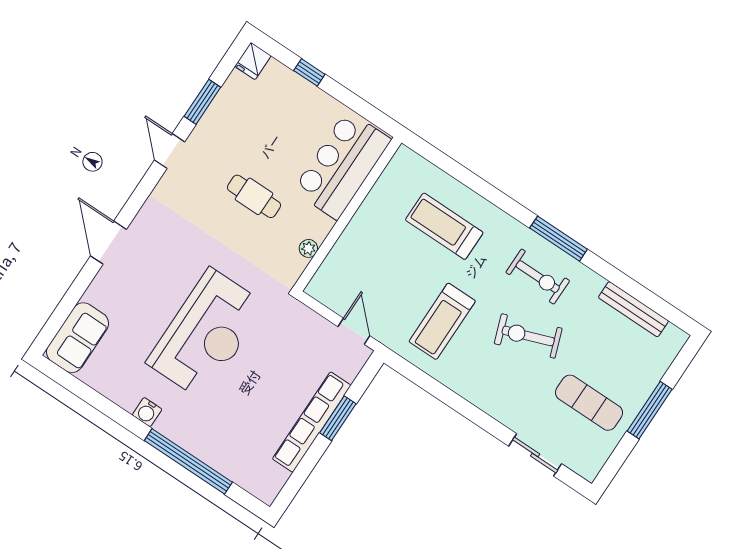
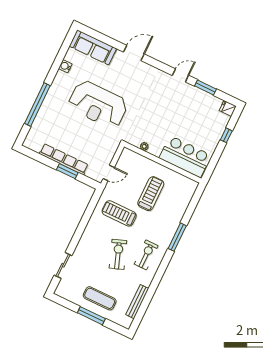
cafe table: (254, 196) -> (165, 118), removed
treadmill: (444, 226) -> (151, 194), moved
window: (559, 239) -> (177, 237), moved
exercise bike: (538, 277) -> (146, 255), turned 180
sofa: (78, 338) -> (93, 47), width x1.36
exercise mat: (589, 403) -> (100, 298), moved, turned 90
water cooler: (147, 412) -> (65, 66), moved

